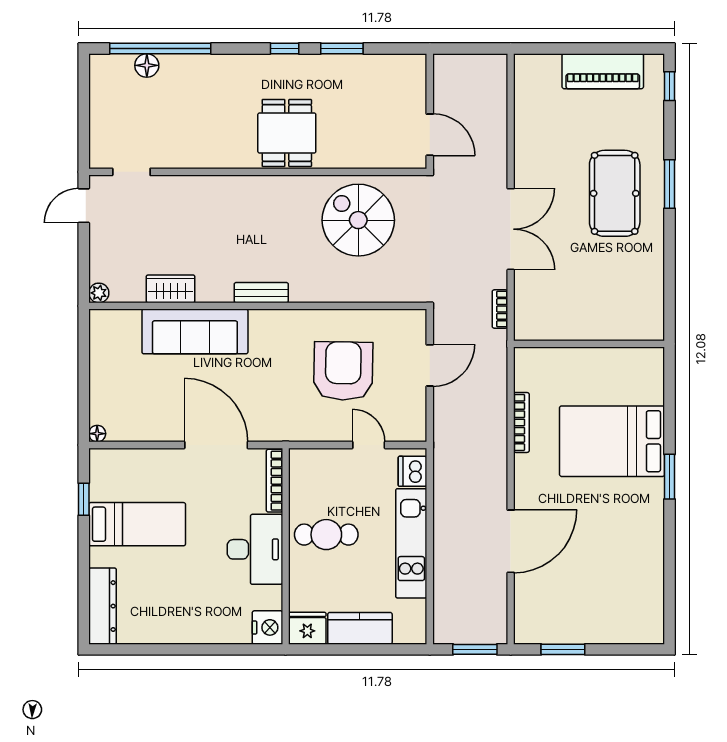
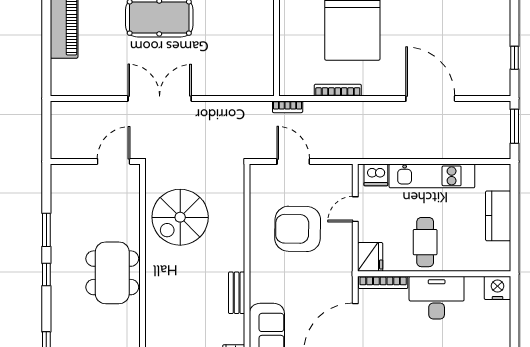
dining table: (287, 133) -> (112, 273), width x1.38
double door: (511, 229) -> (160, 98), moved
bookcase: (500, 309) -> (288, 107), moved
fridge: (307, 628) -> (370, 257), moved, turned 180
window: (563, 649) -> (515, 58), width x0.67

